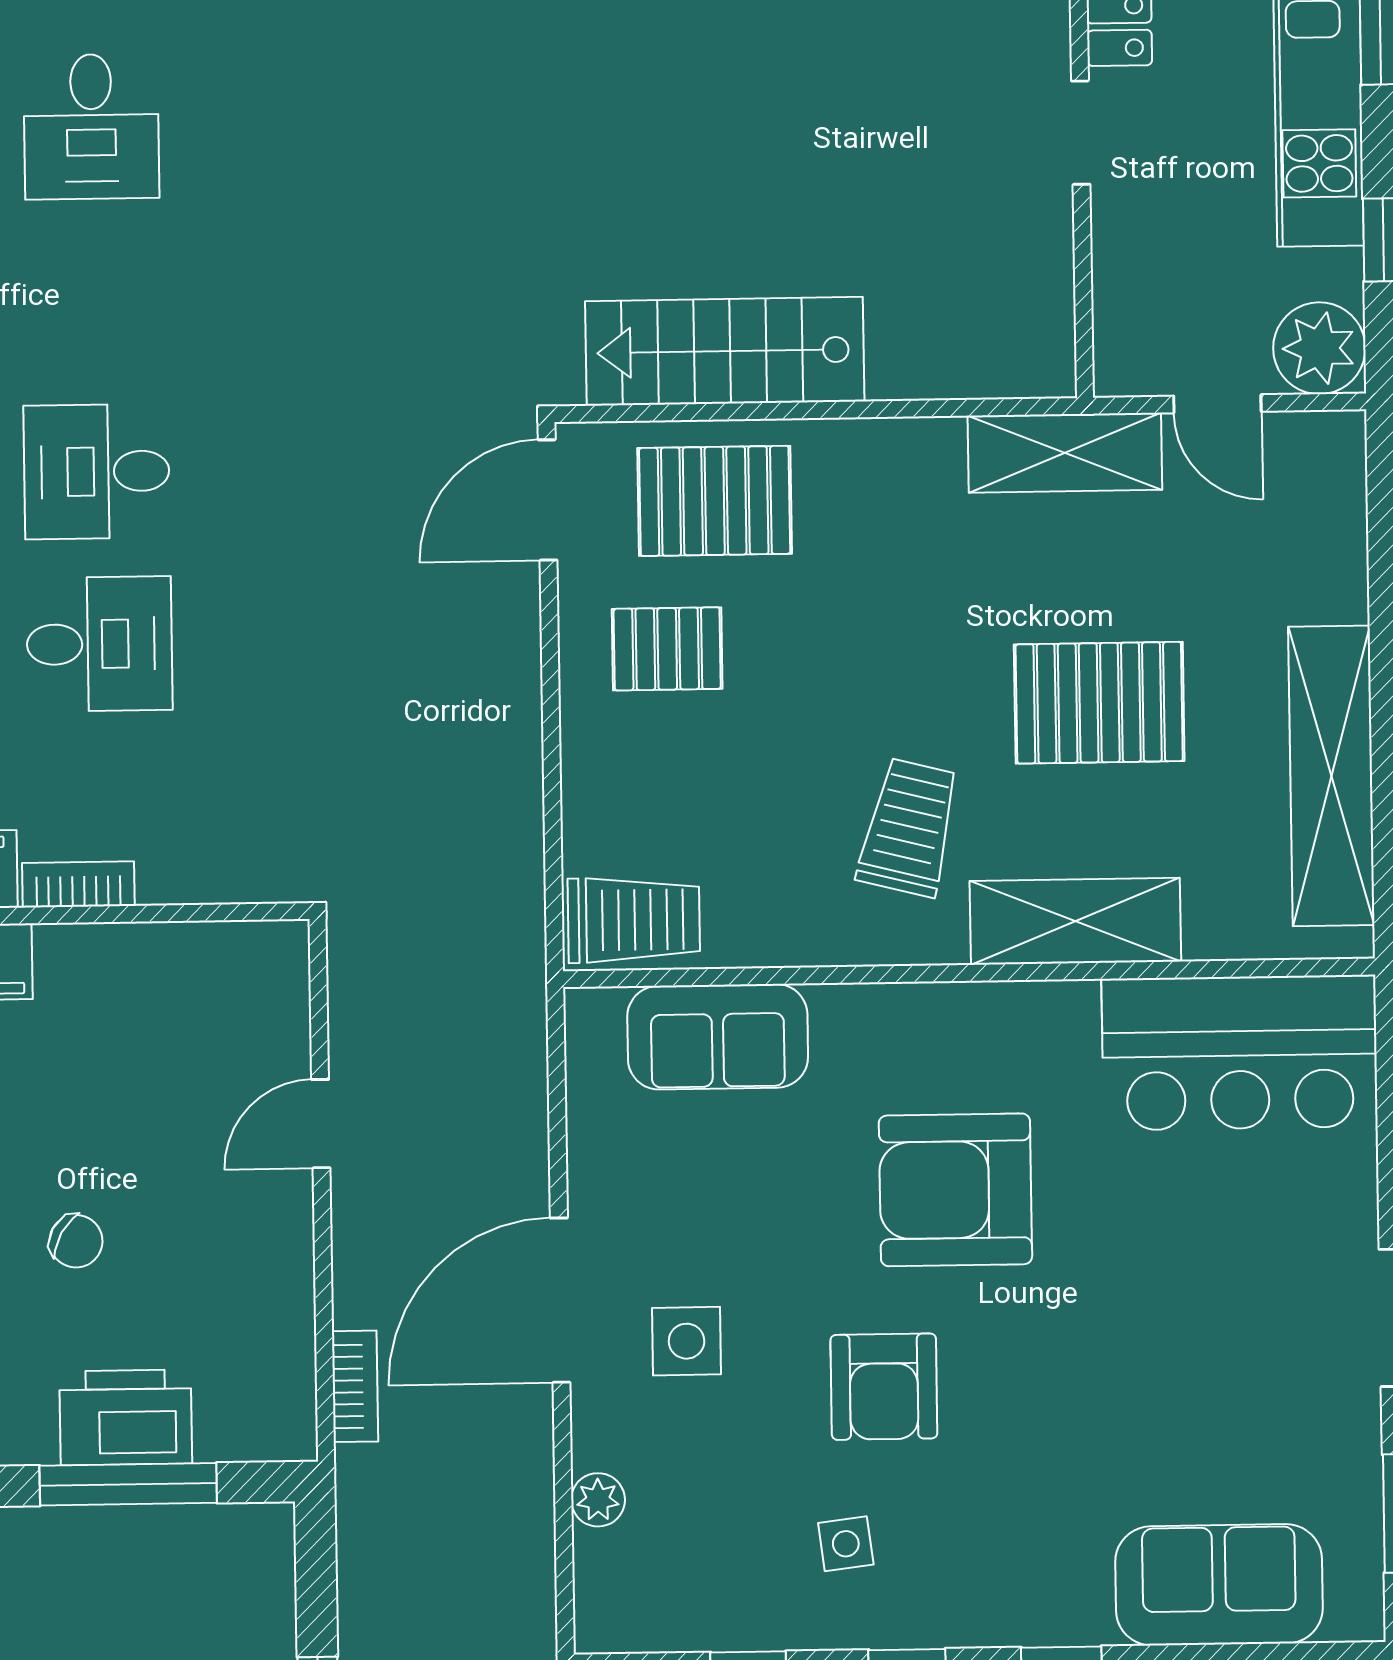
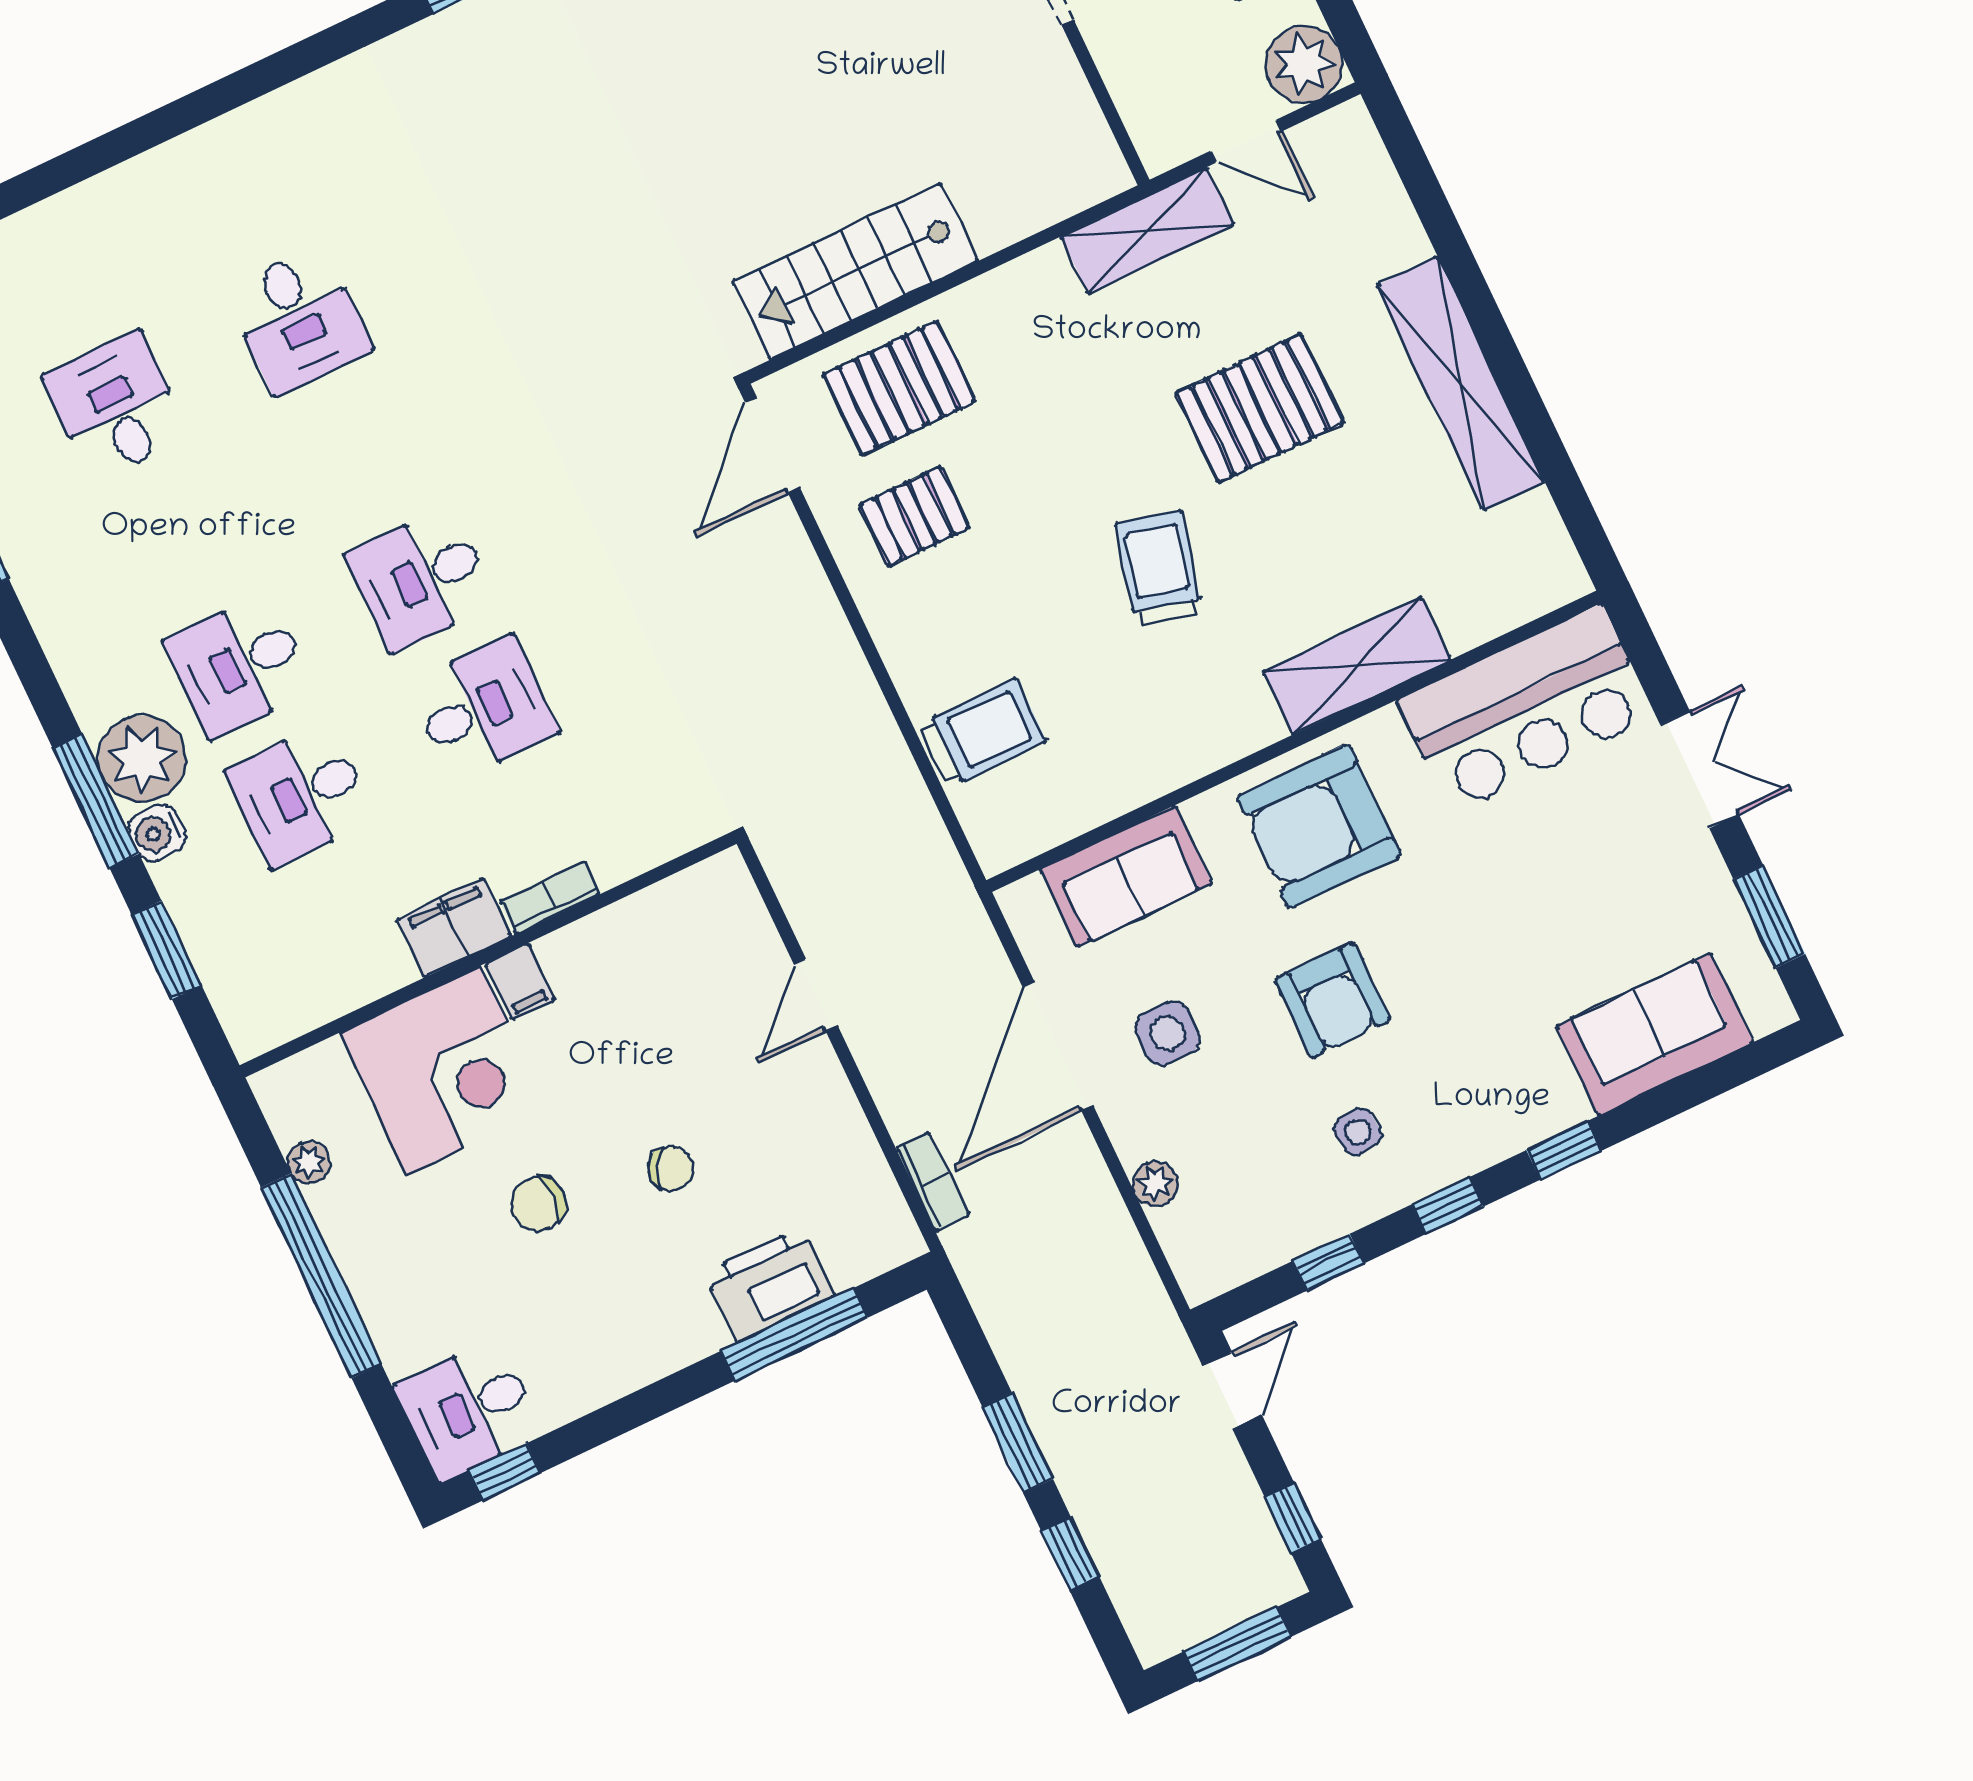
shelving: (1075, 921) -> (1357, 666), moved
wall: (969, 973) -> (1294, 741), moved
sofa: (718, 1037) -> (1126, 876), moved
bar counter: (1240, 1053) -> (1526, 708), moved

